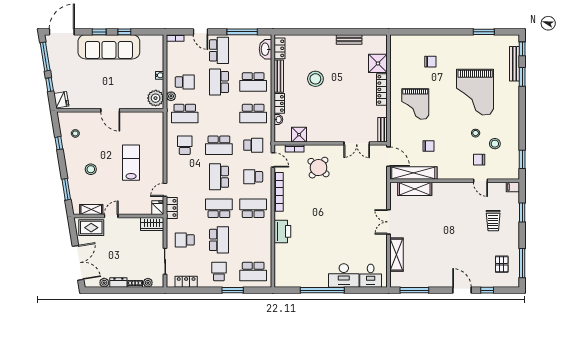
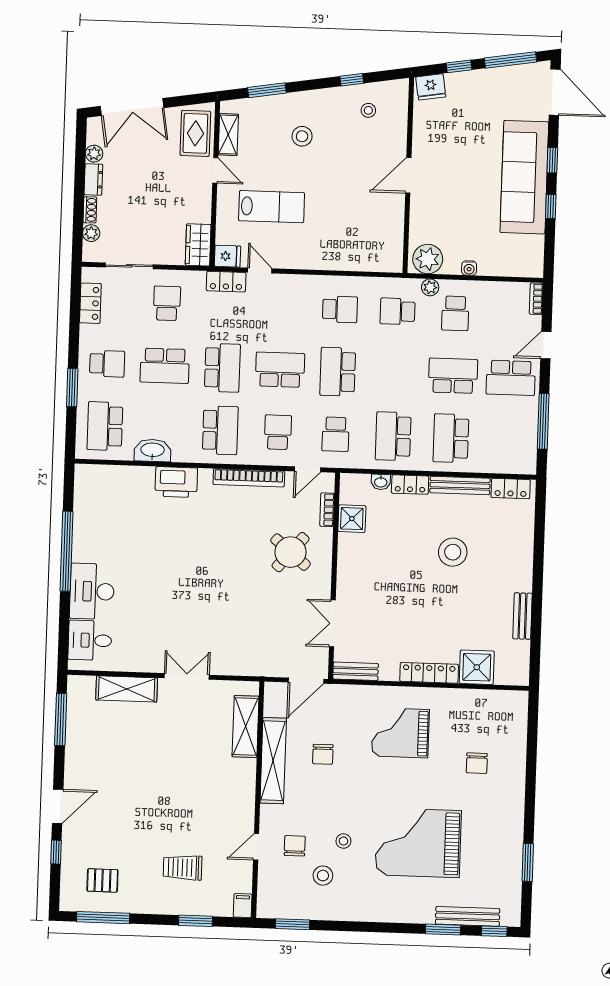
washbasin: (266, 49) -> (153, 450), moved
school desk: (185, 114) -> (398, 311), width x0.54
lab bench: (131, 163) -> (272, 207), moved
shelving: (413, 173) -> (273, 761), moved

